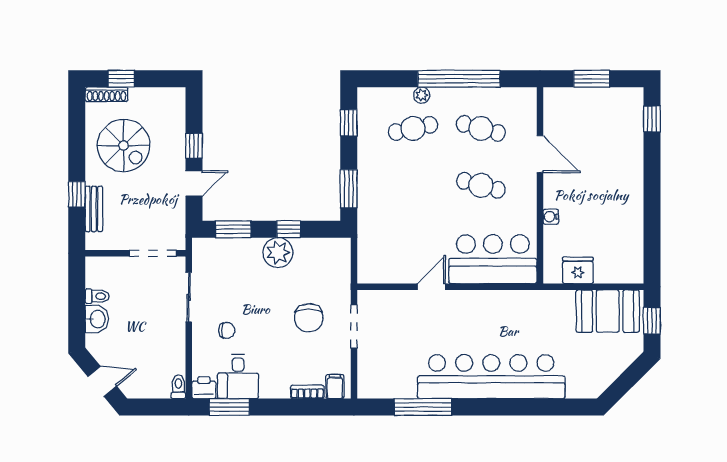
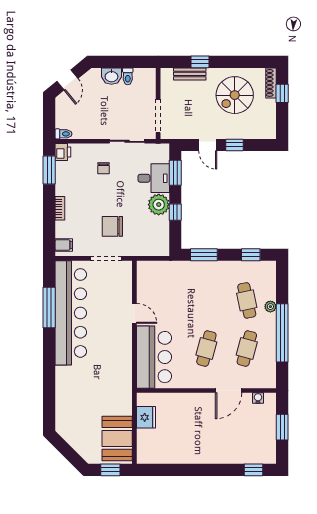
water cooler: (551, 217) -> (258, 398), moved
desk: (238, 377) -> (154, 178), moved, turned 180
bar counter: (491, 377) -> (71, 313), moved
bookcase: (307, 392) -> (60, 208), moved

